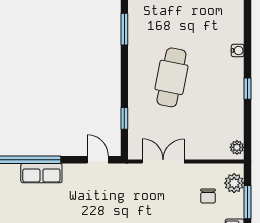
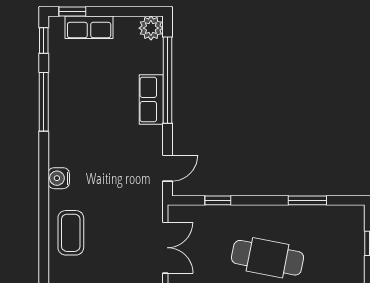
window: (124, 29) -> (307, 200), moved

